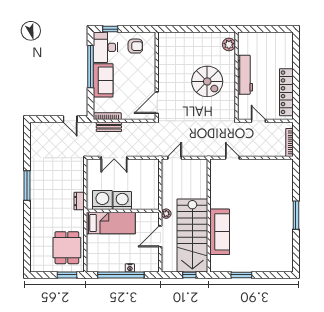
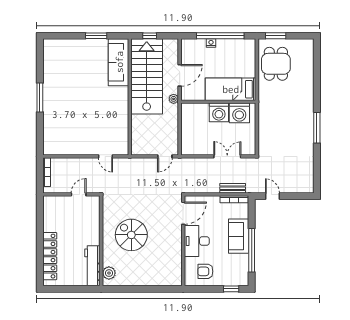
desk: (105, 47) -> (197, 241), moved, turned 180
workbench: (245, 75) -> (92, 266), moved
locker: (286, 92) -> (50, 256), moved
door: (258, 121) -> (79, 194), swing flipped
dresser: (79, 201) -> (263, 112), removed
sofa: (220, 232) -> (119, 62), moved

